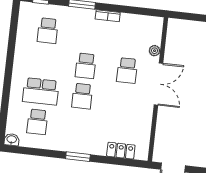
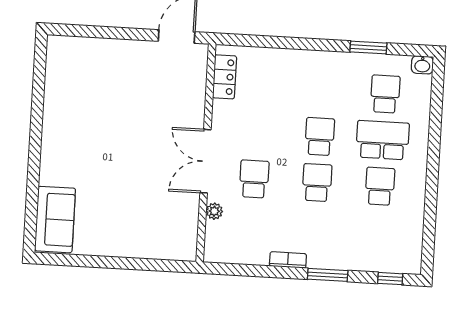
school desk: (48, 31) -> (380, 186), moved
locker: (121, 151) -> (225, 77), moved, turned -90
window: (78, 157) -> (368, 48), moved

